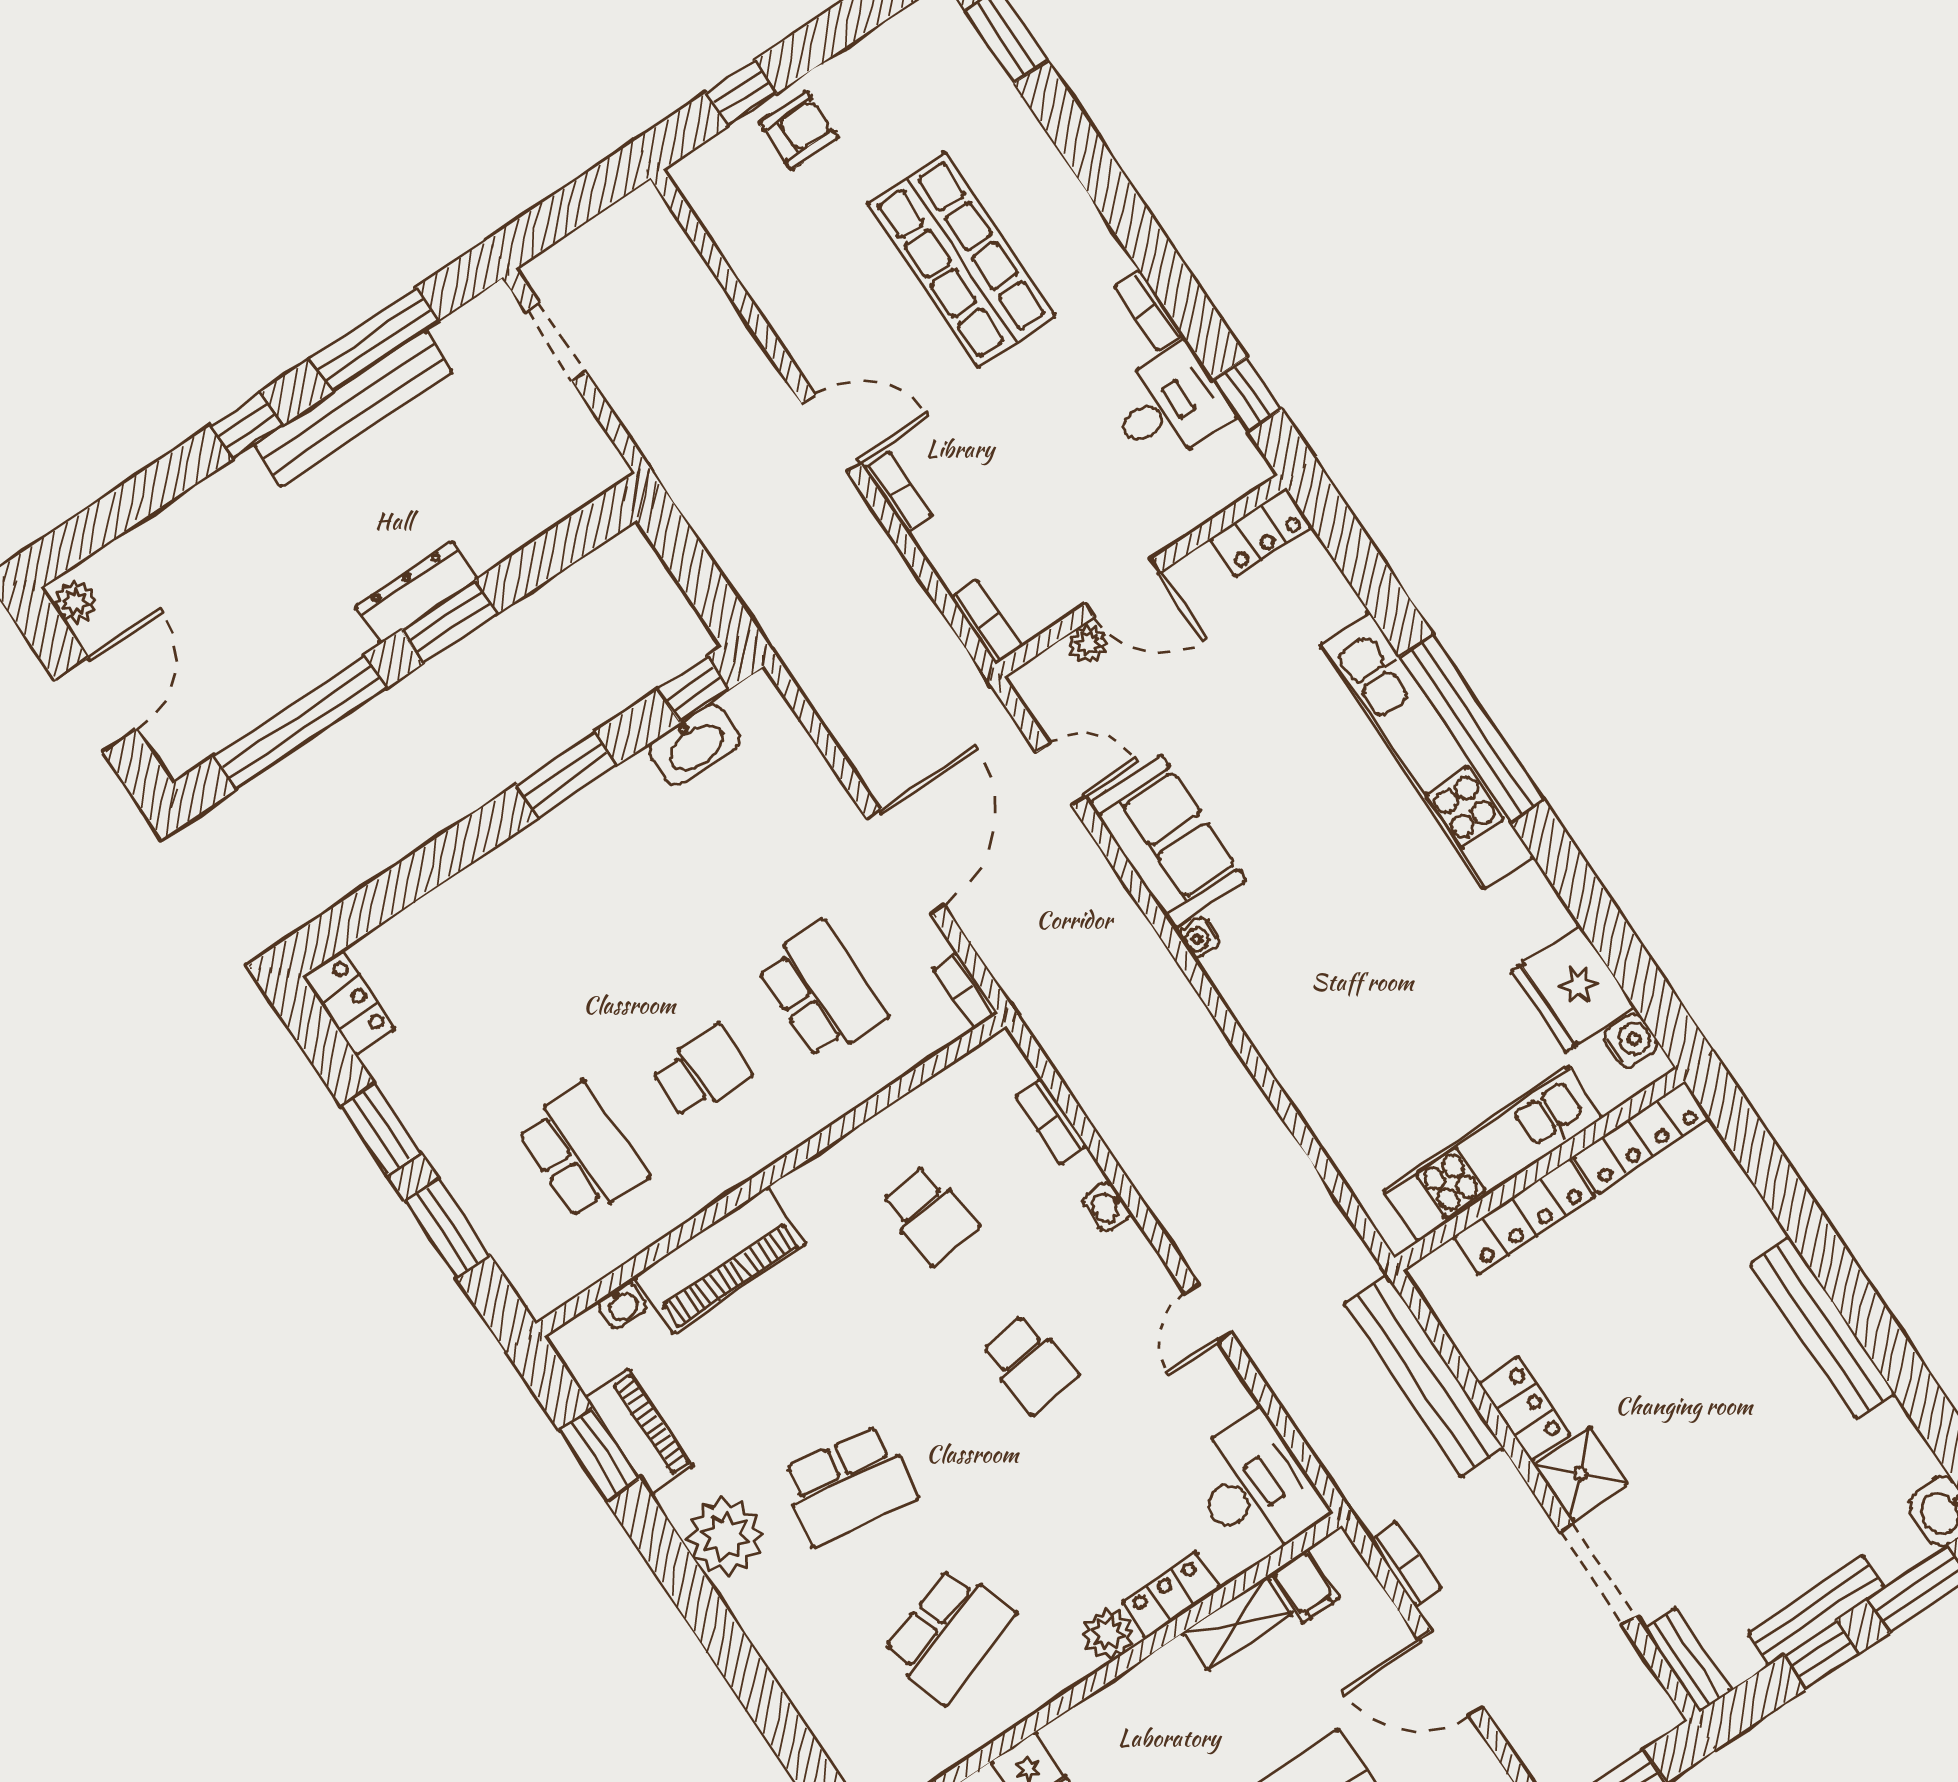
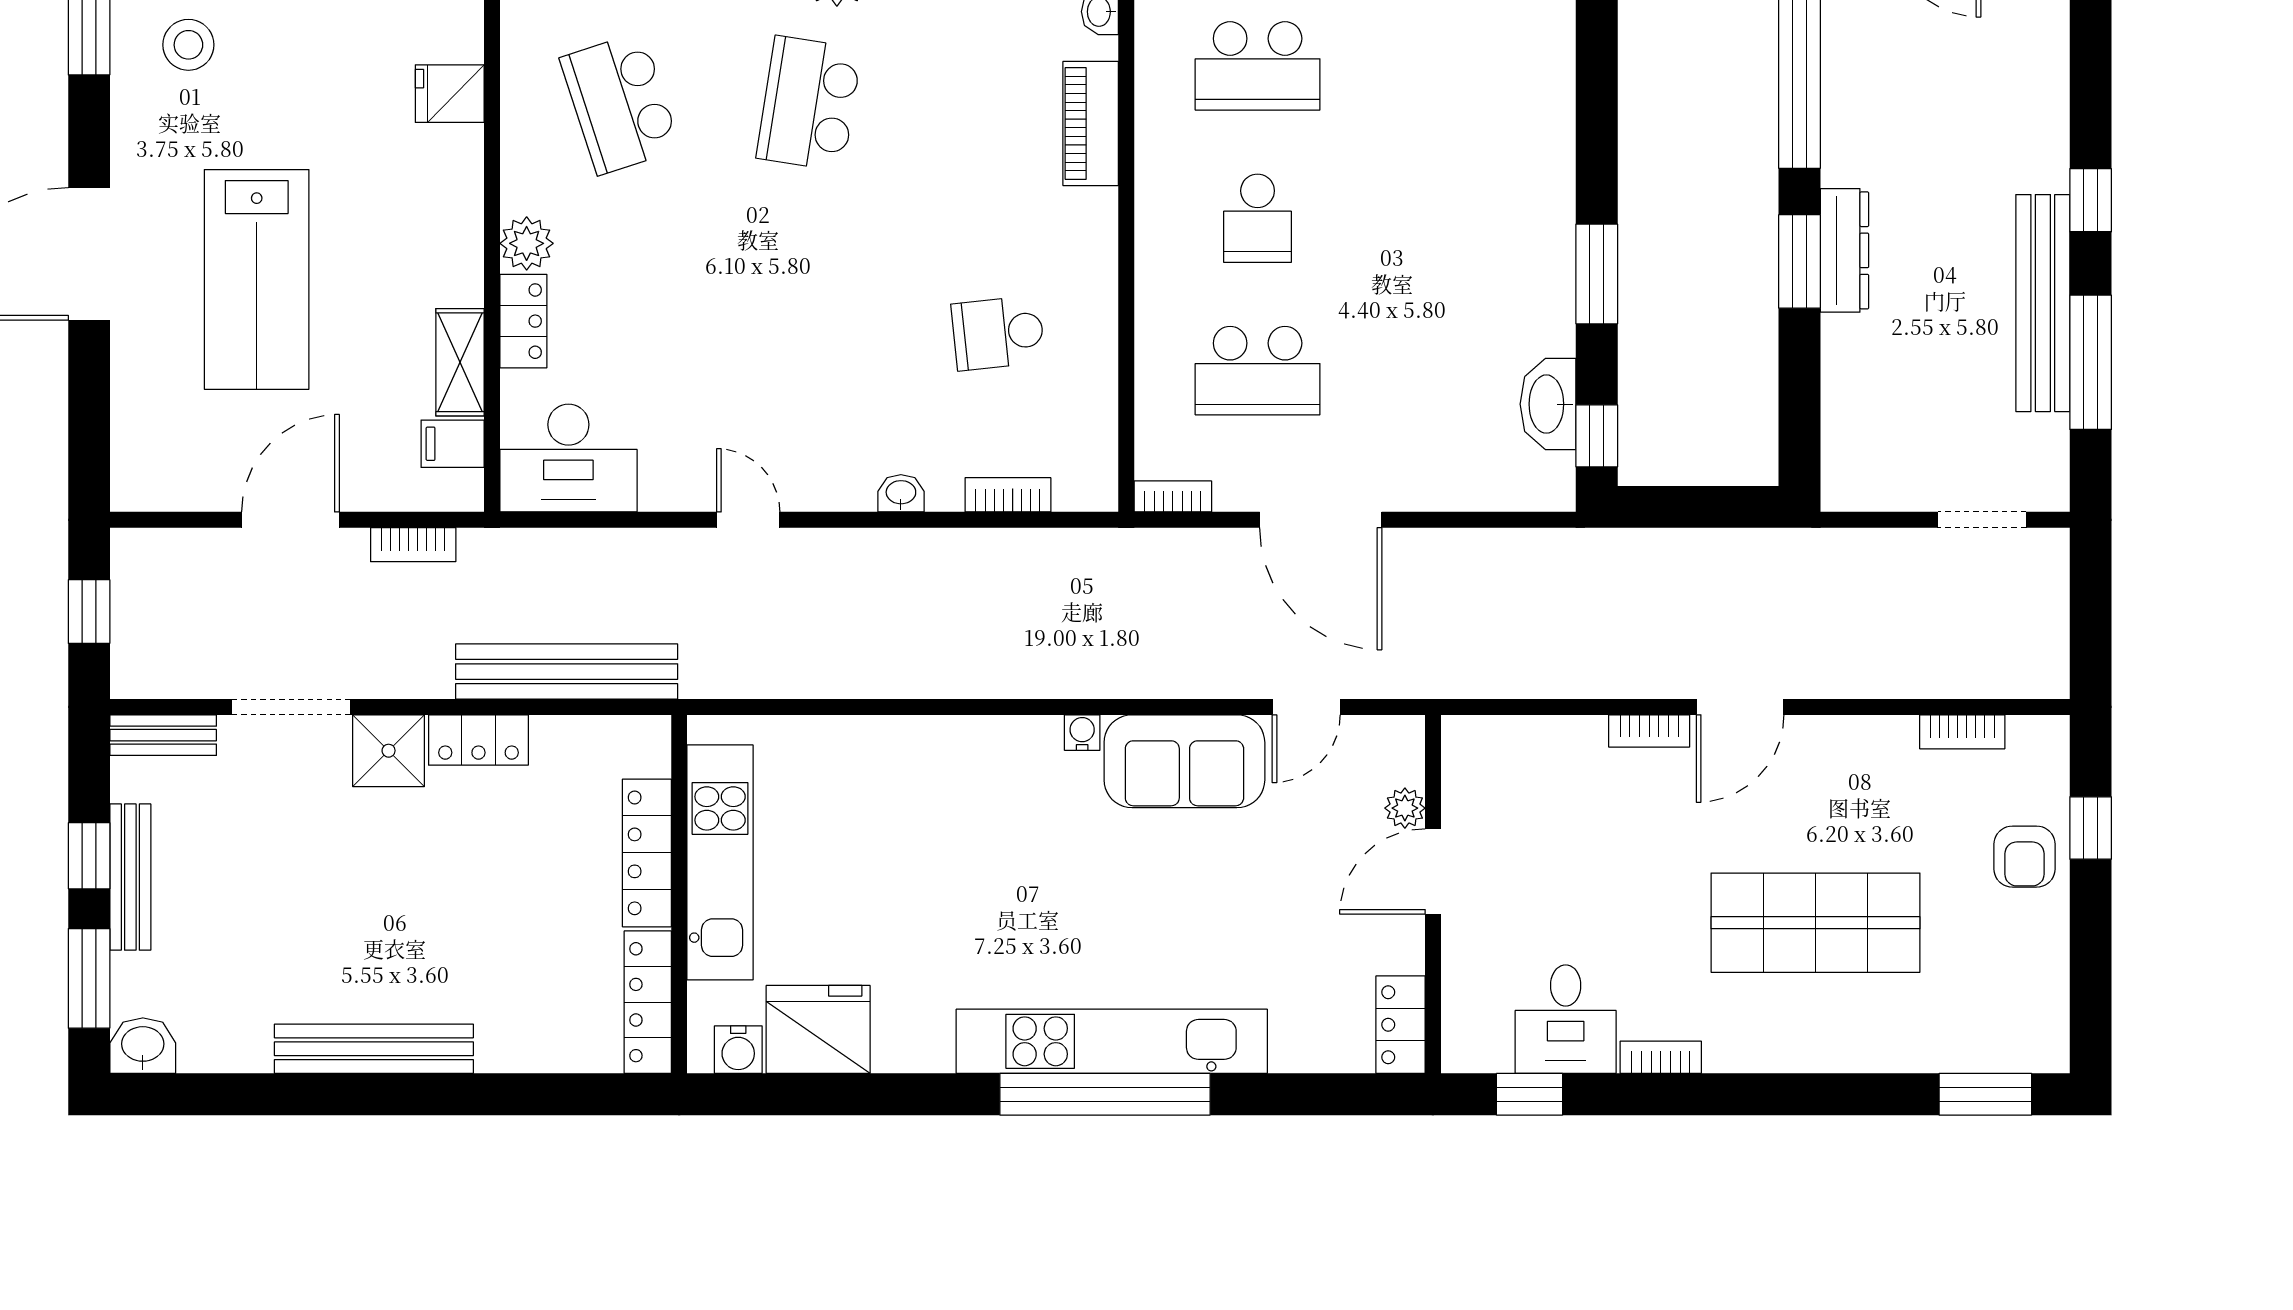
bookcase: (986, 622) -> (1962, 732), moved
piano: (720, 1260) -> (1091, 123), width x0.73, depth x0.75
school desk: (1029, 1364) -> (809, 333), removed

